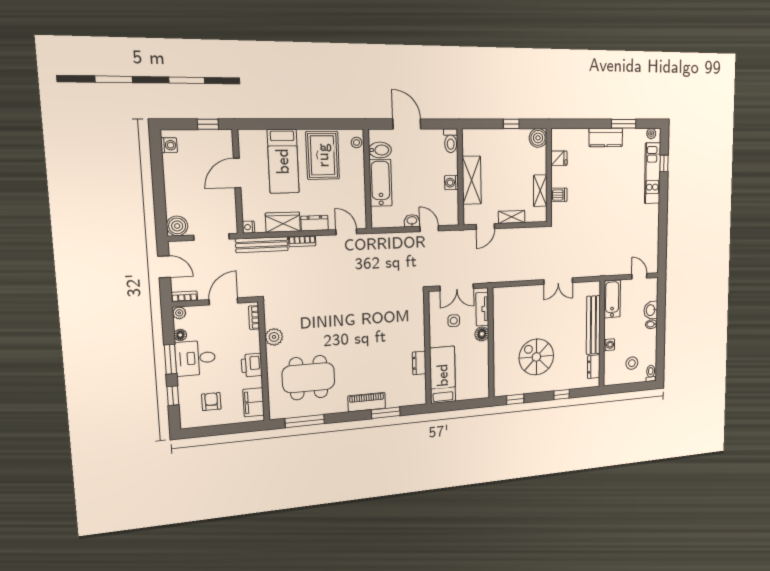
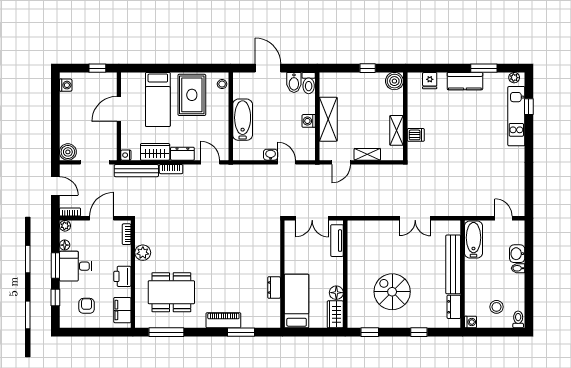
bidet: (380, 150) -> (294, 82), moved, turned 90
fridge: (559, 158) -> (430, 81), moved, turned 90
side table: (454, 321) -> (309, 250), removed
floor lamp: (482, 334) -> (336, 293), moved
washing machine: (609, 345) -> (471, 322), moved
wardrobe: (481, 385) -> (335, 314), added

